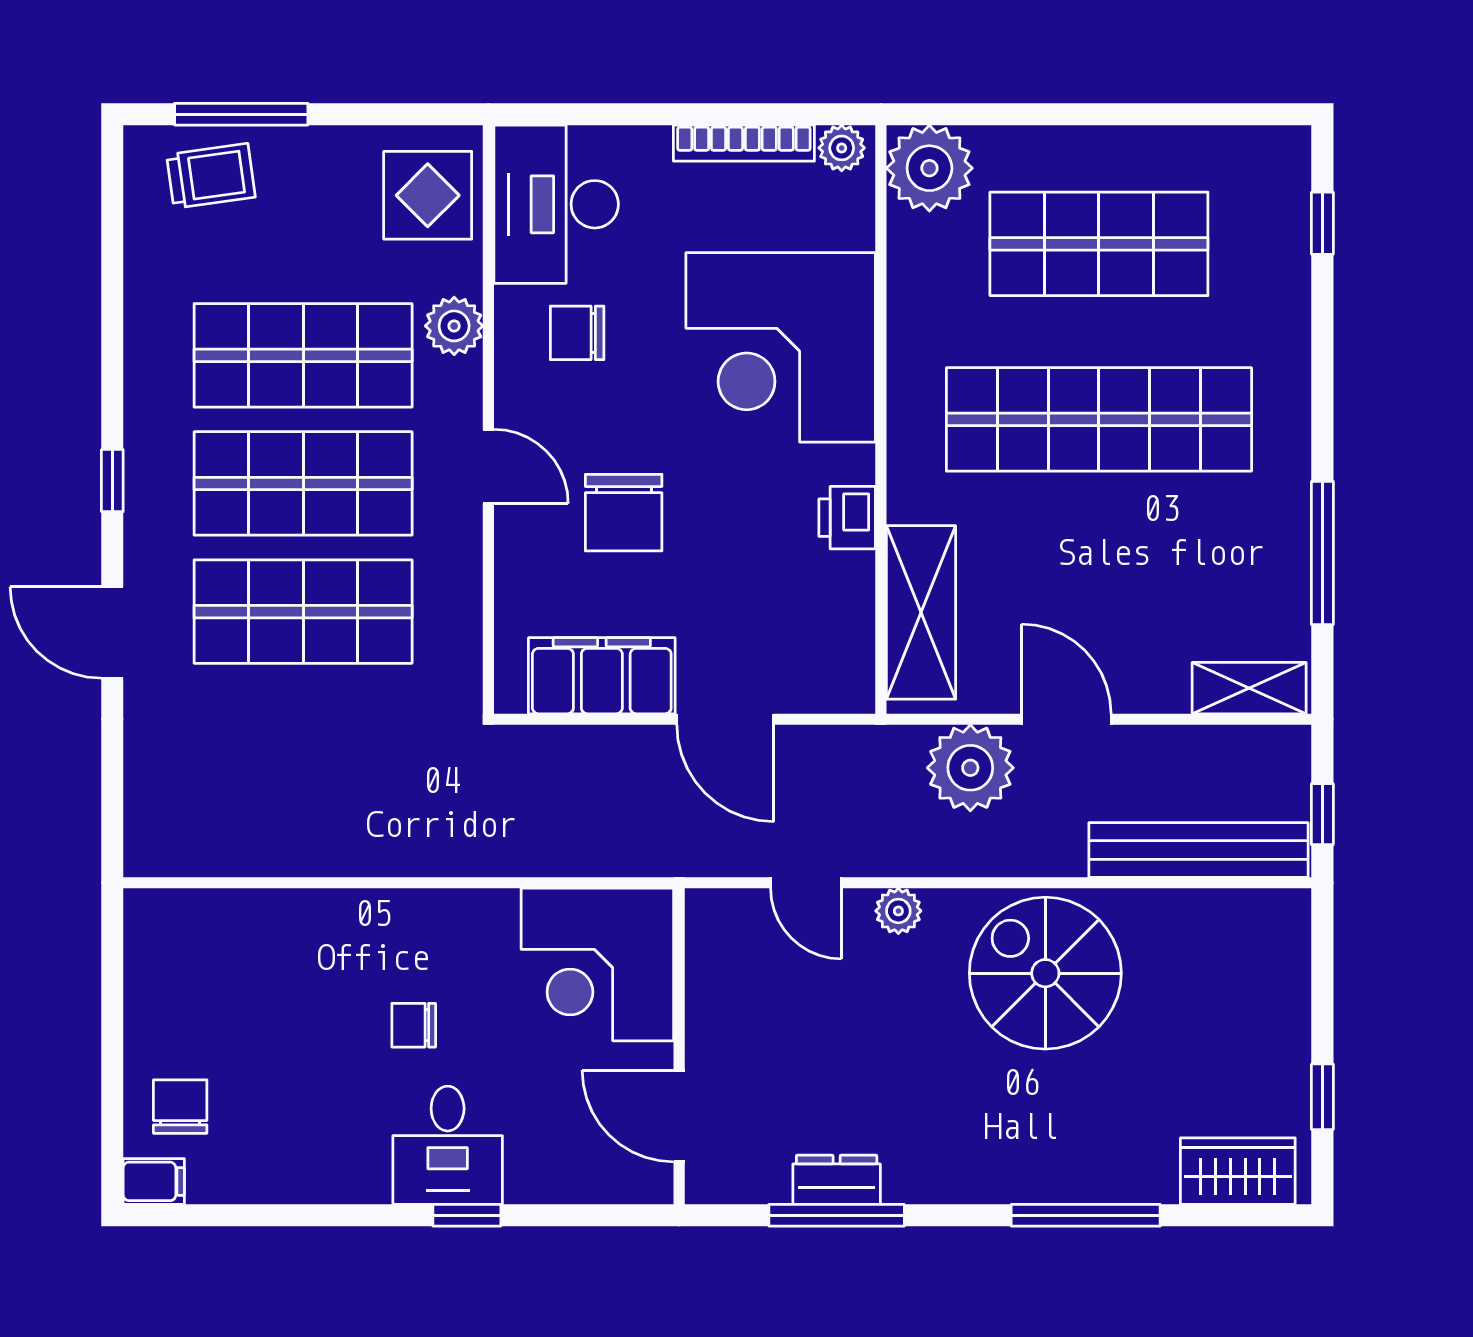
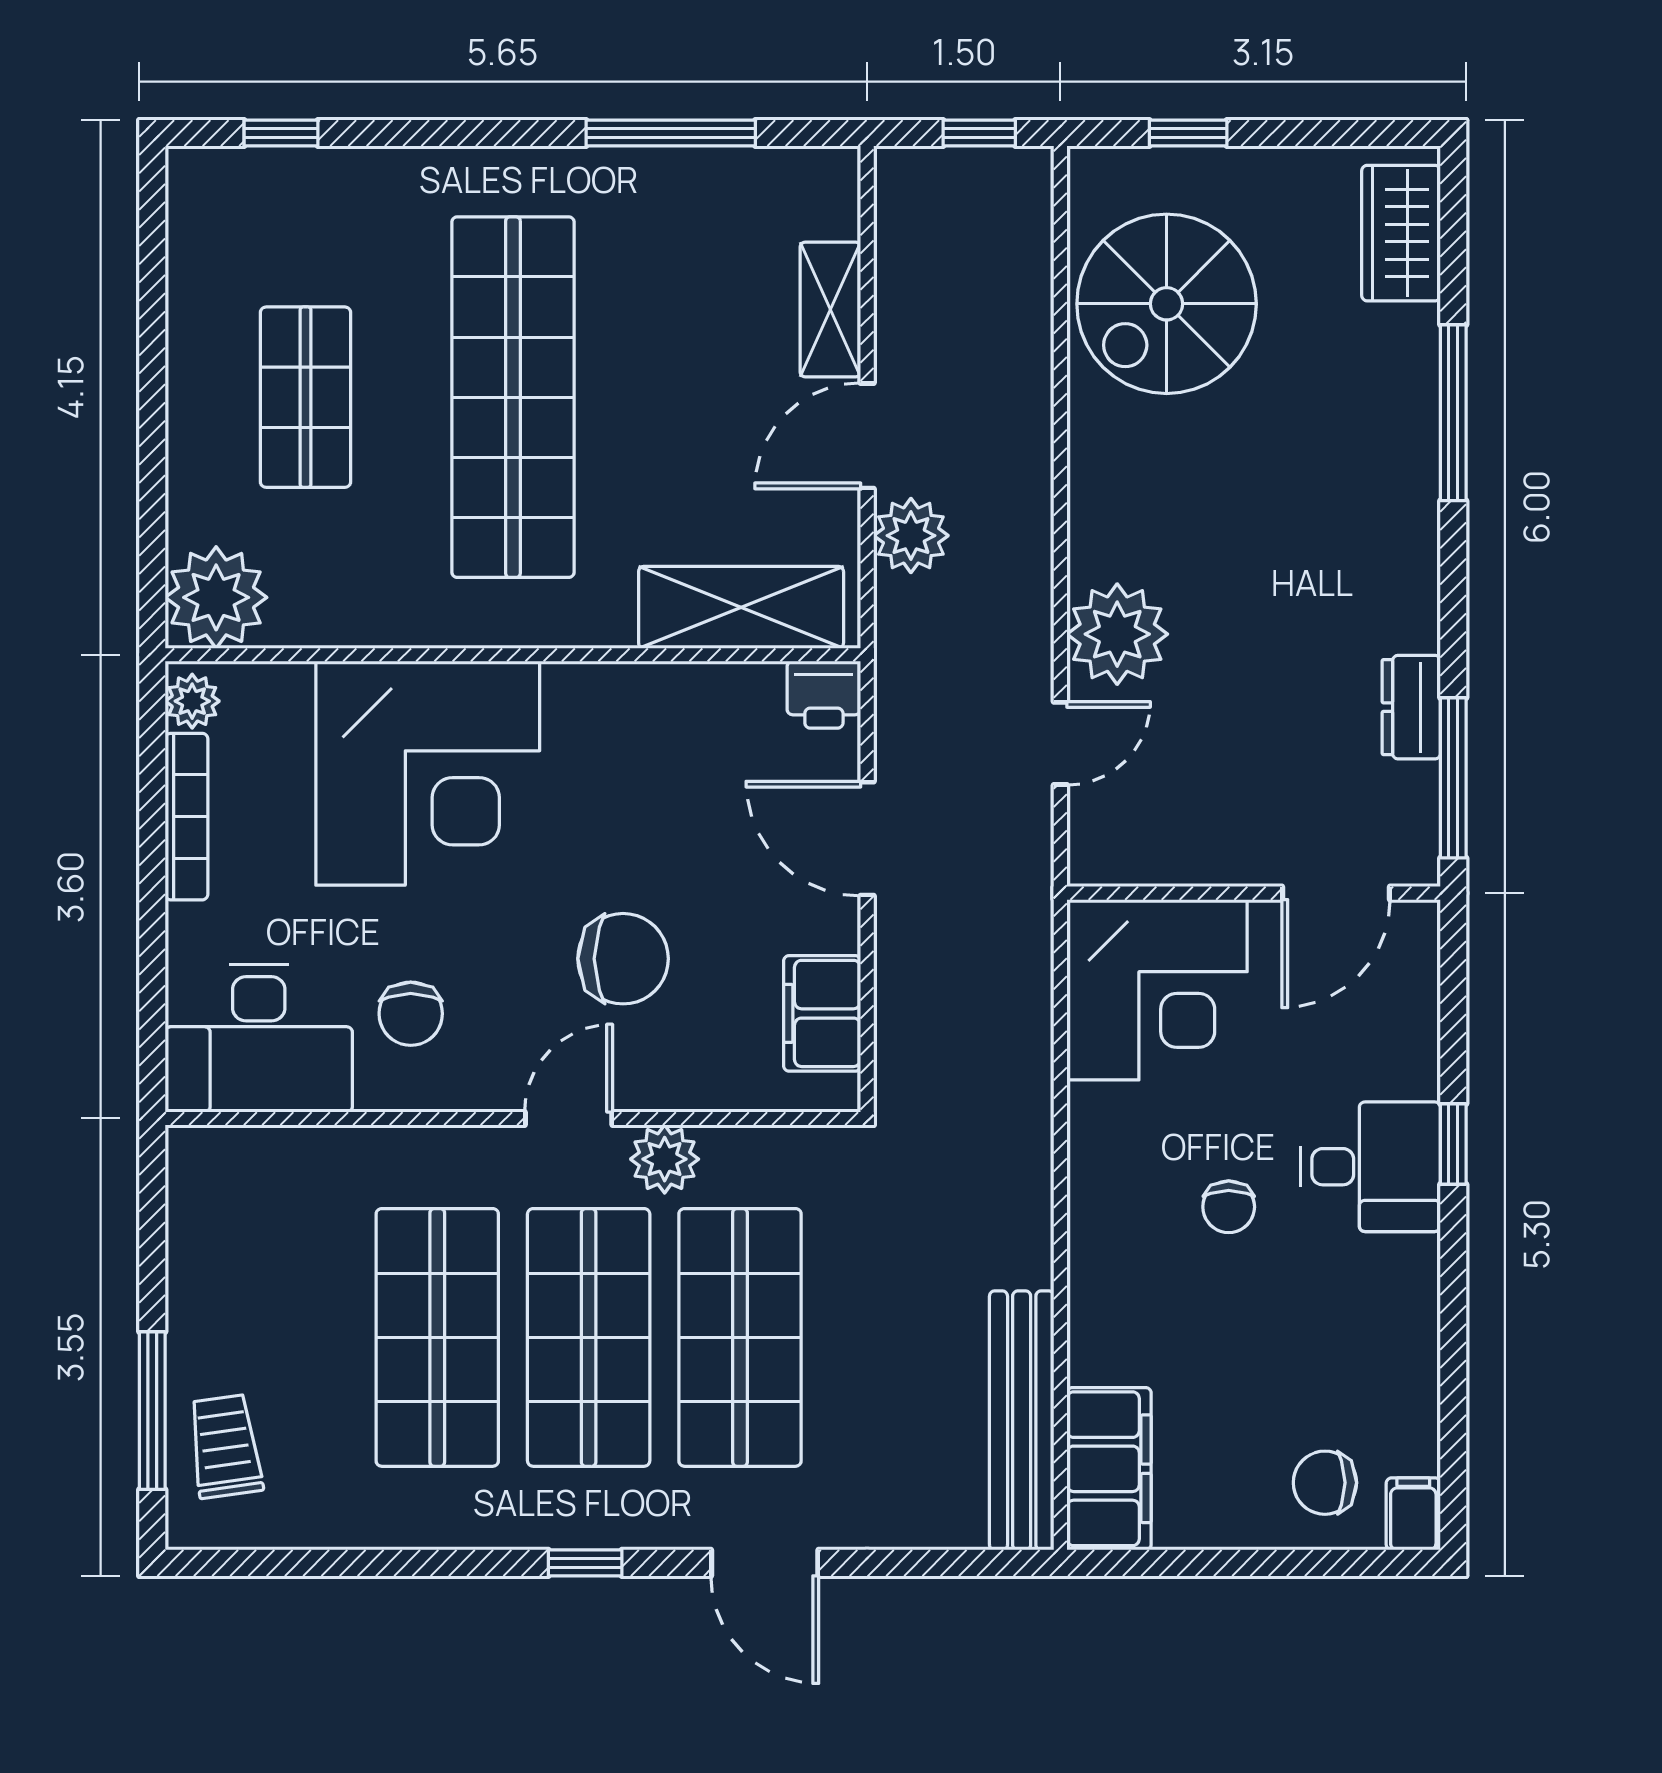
display table: (428, 195) -> (248, 1190), removed
shop shelf: (1099, 244) -> (306, 397), width x0.70, depth x0.74
plant: (454, 326) -> (665, 1159), moved
printer: (847, 518) -> (824, 695), moved
door: (112, 633) -> (765, 1563), hinge flipped
filing cabinet: (602, 676) -> (822, 1013), width x0.67, depth x0.86
shelving: (1249, 688) -> (830, 309), moved
door: (725, 719) -> (867, 839), swing flipped
plant: (970, 768) -> (911, 536), width x0.73, depth x0.73
bench: (1198, 850) -> (1022, 1420), moved
plant: (898, 911) -> (1117, 634), width x1.88, depth x1.88
filing cabinet: (192, 924) -> (1109, 1469), added
spiral stairs: (1045, 973) -> (1167, 304), moved
window: (1322, 1097) -> (1188, 133), moved
window: (837, 1215) -> (1453, 778), moved

